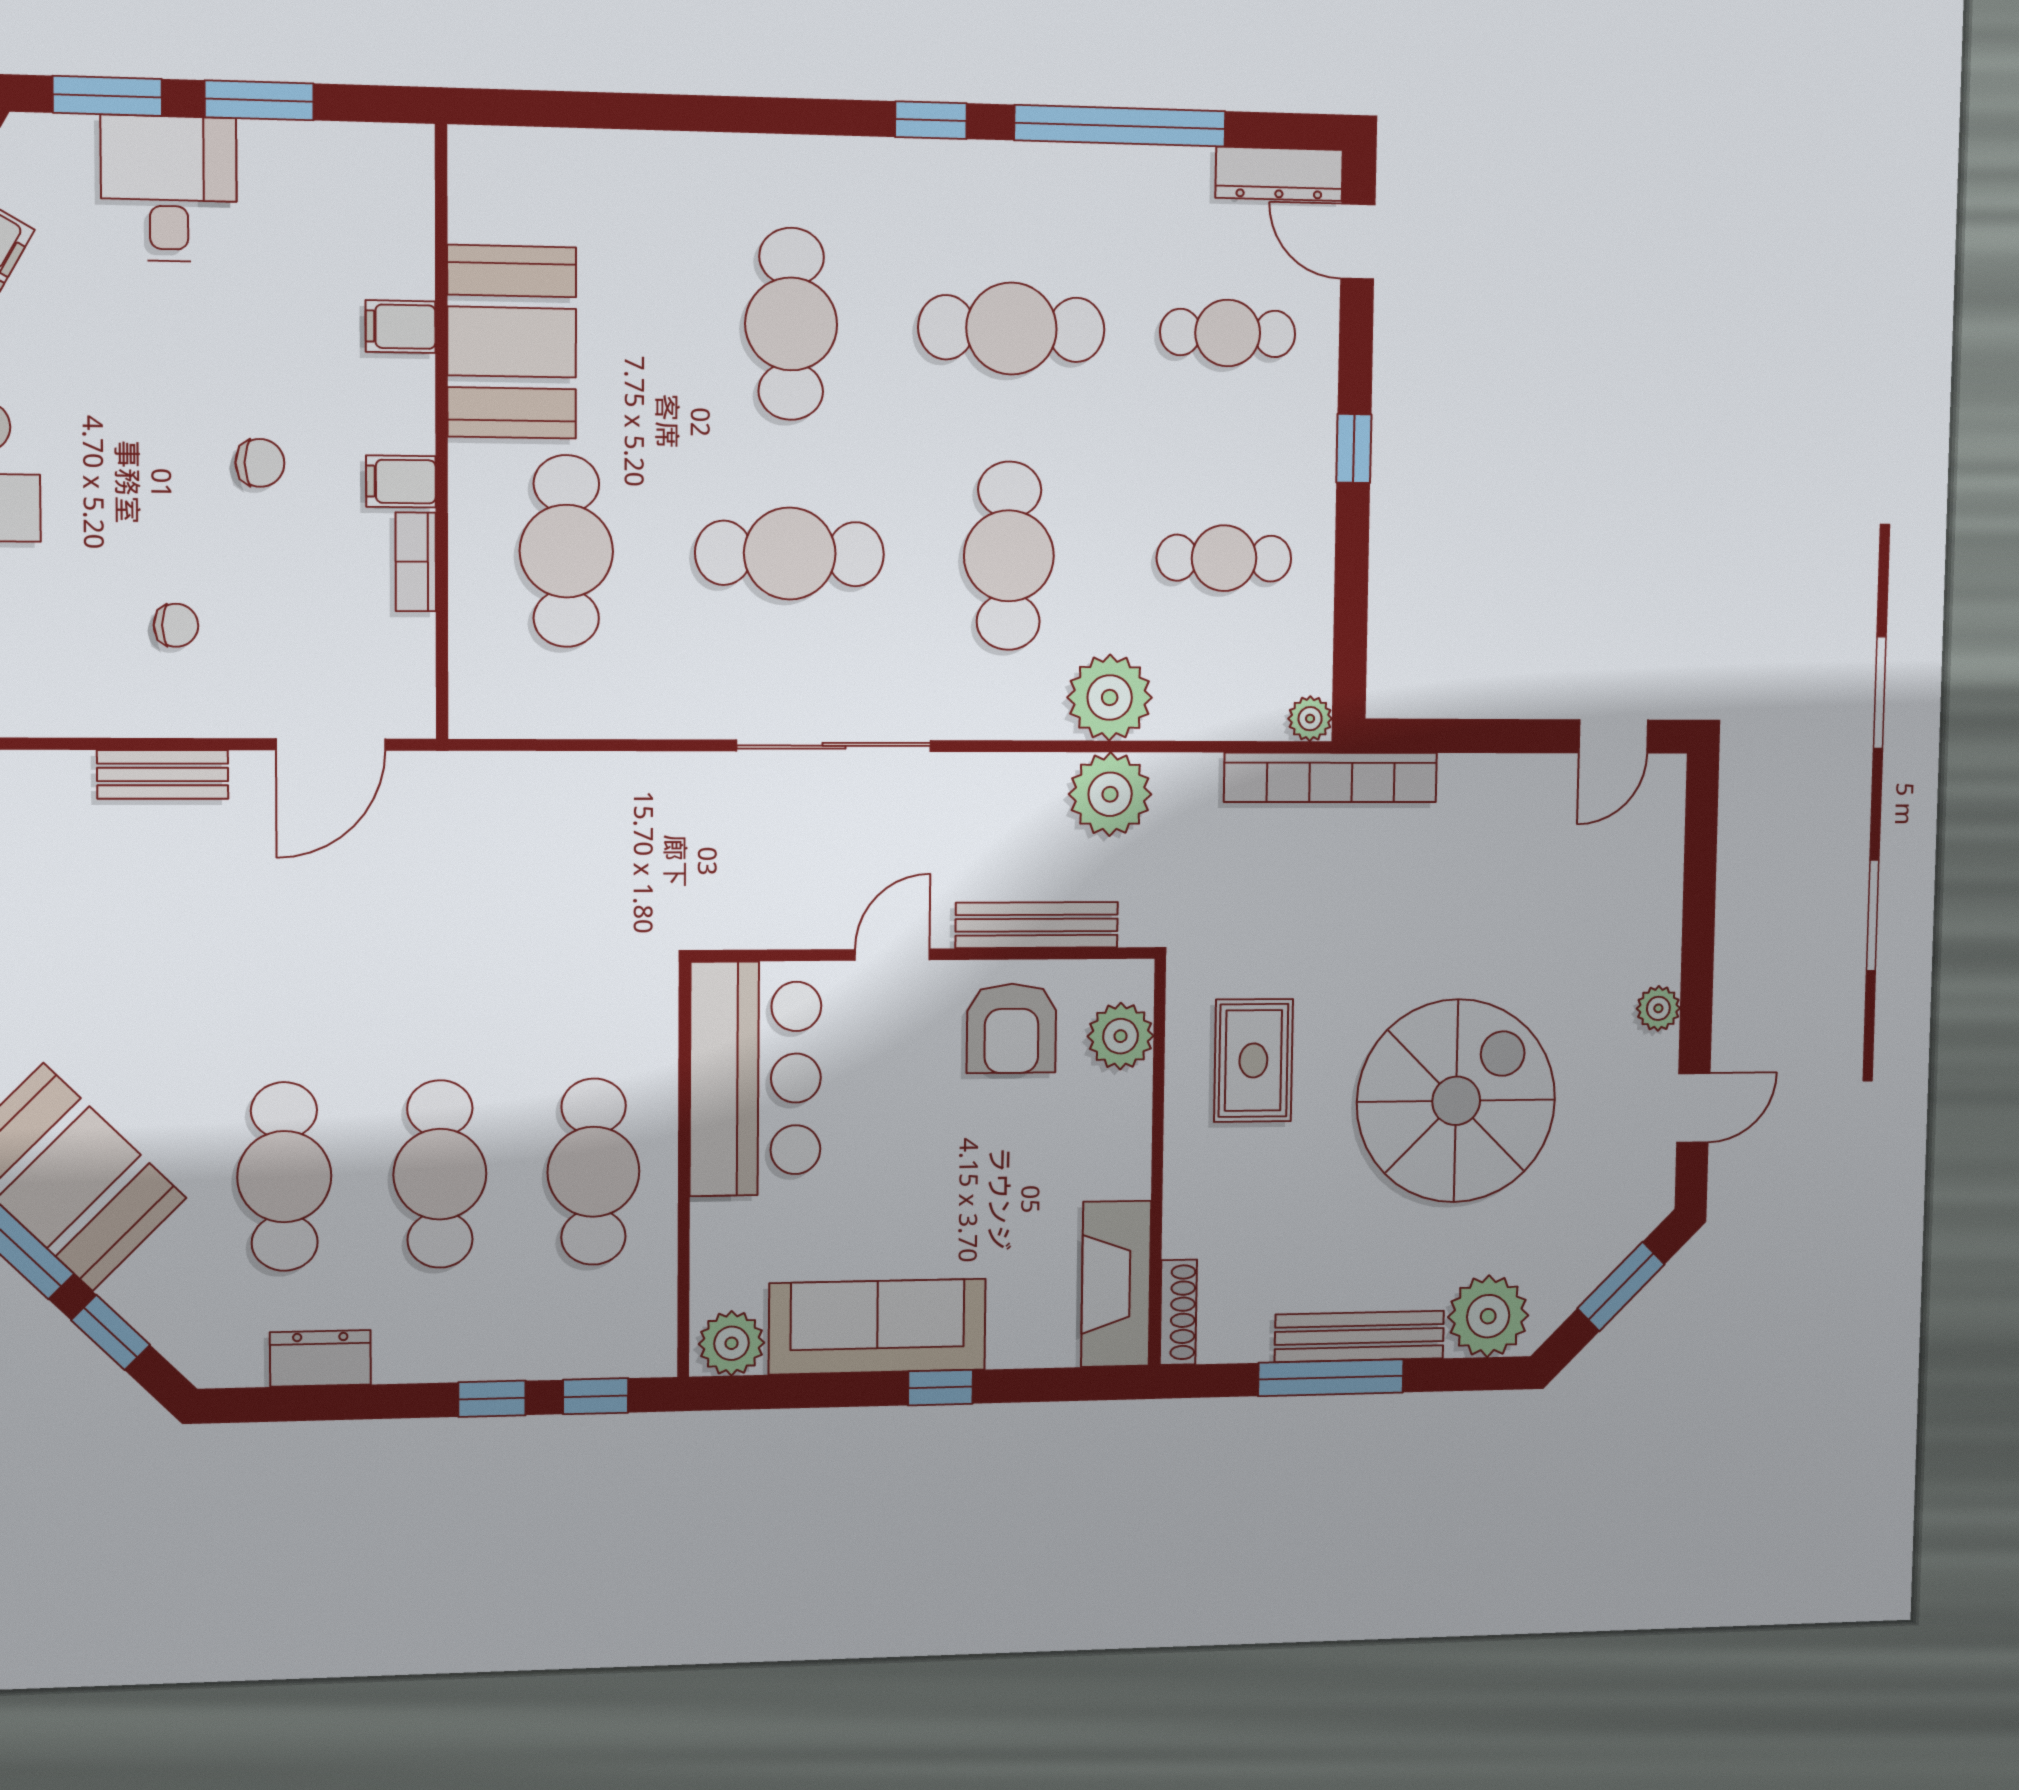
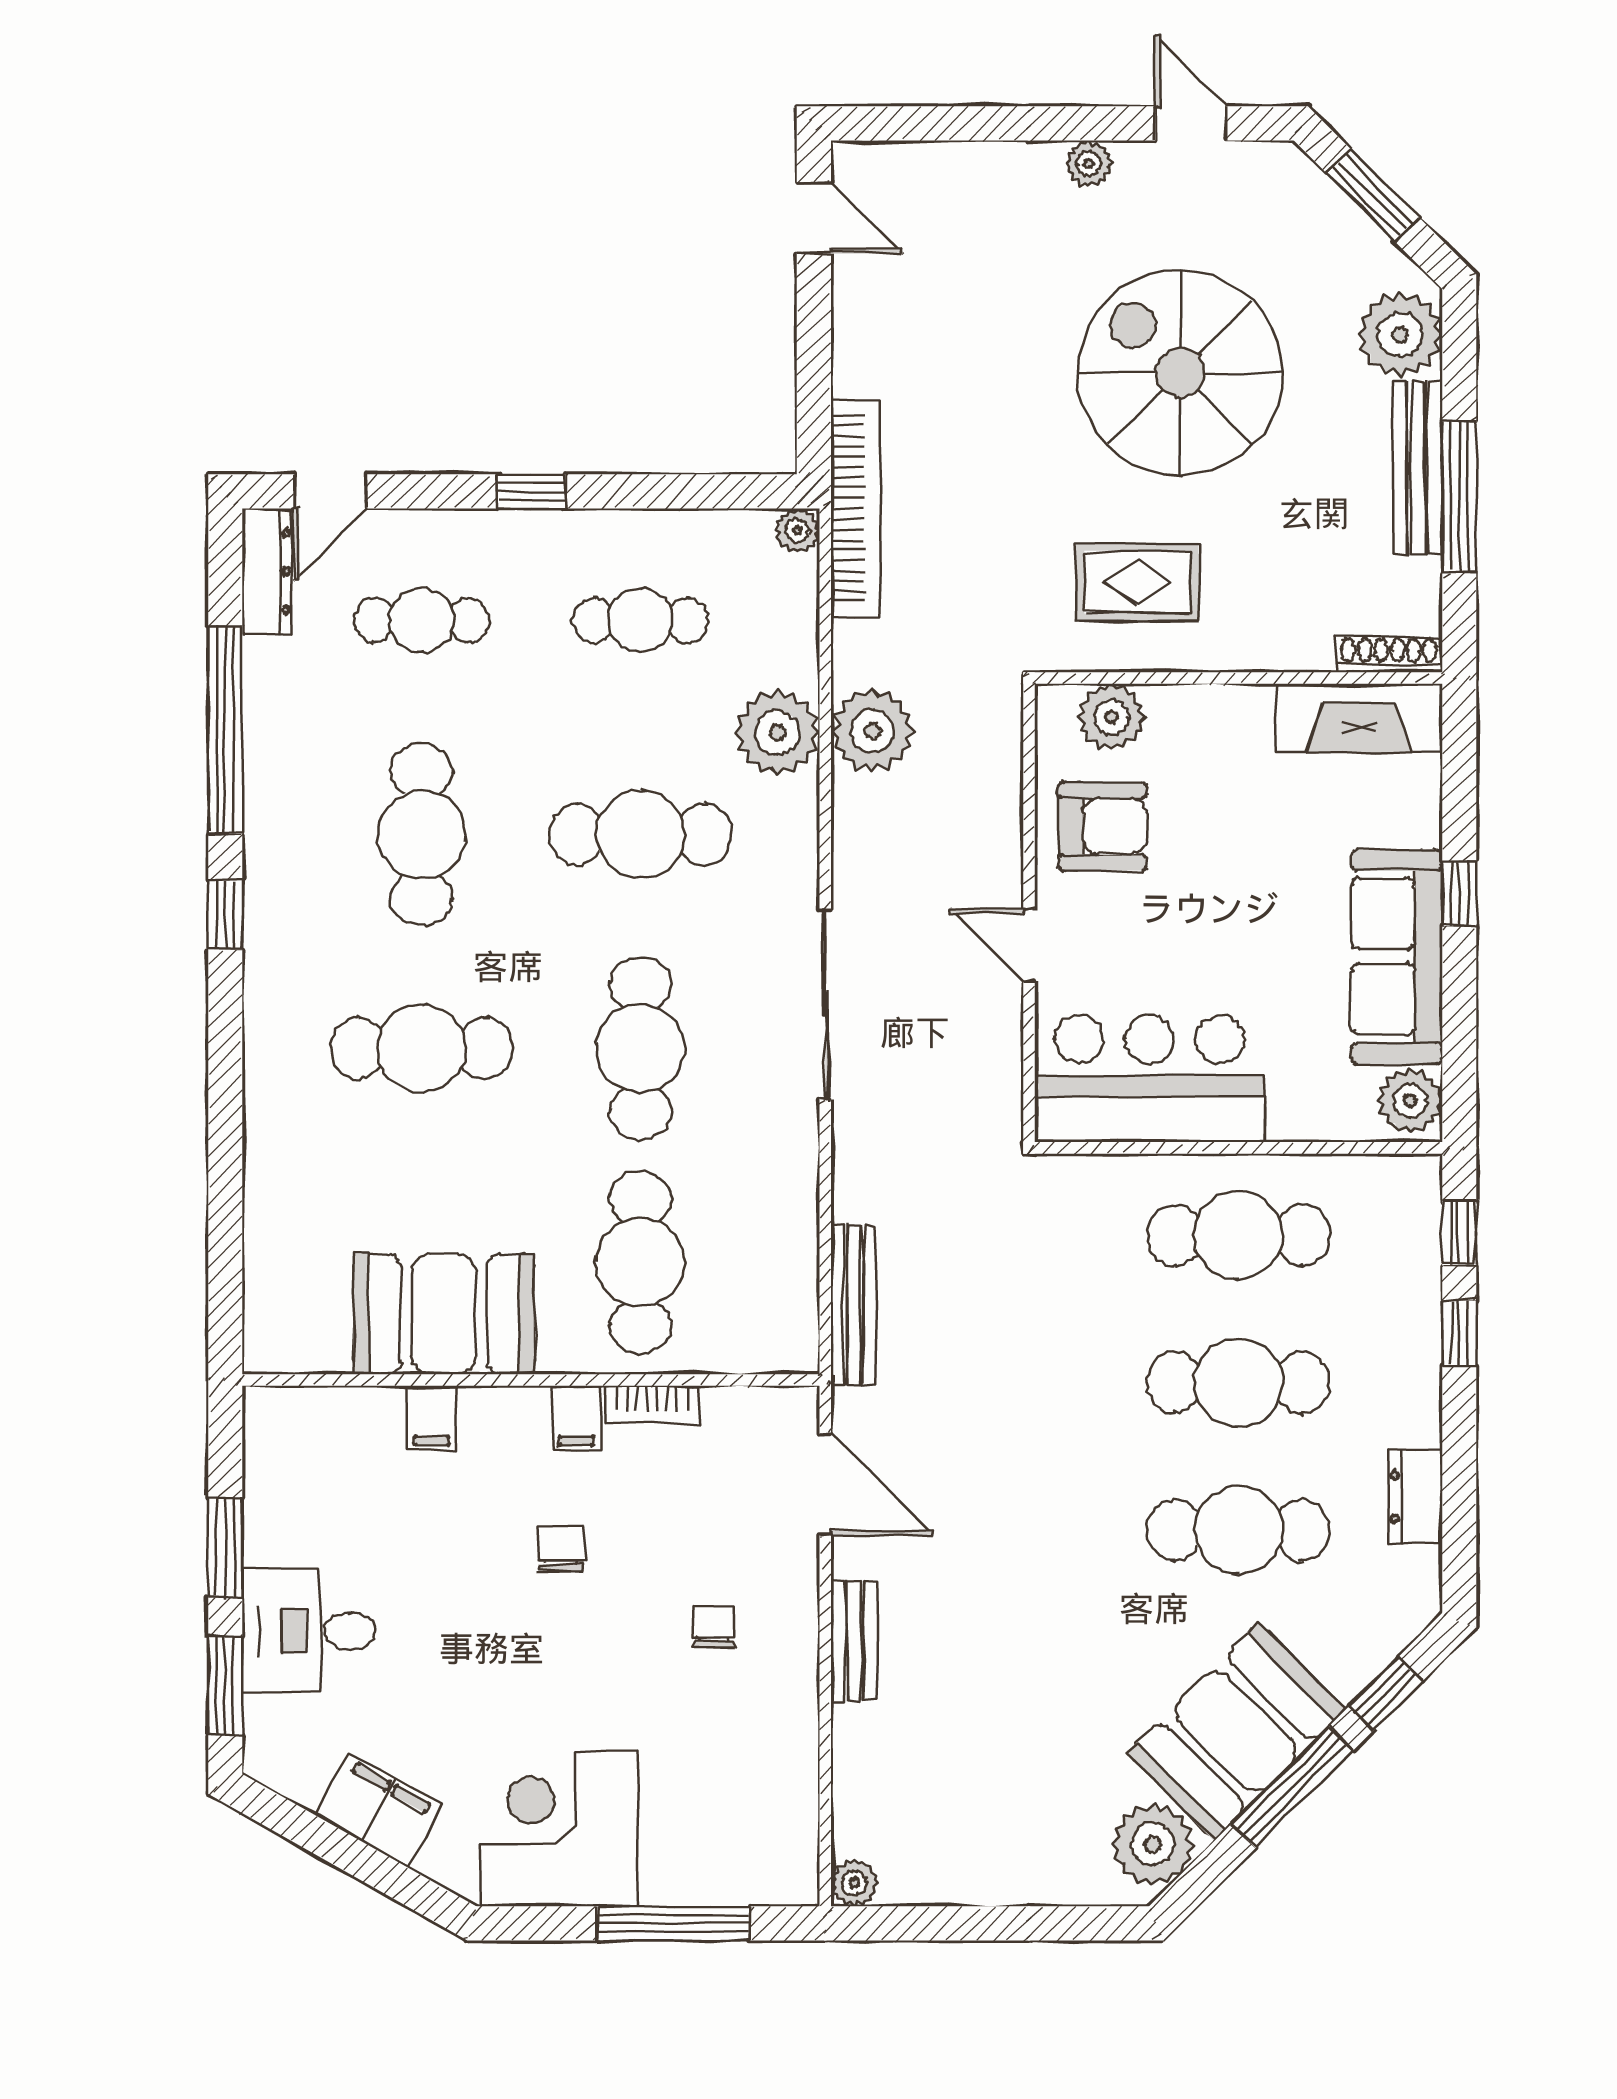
cafe table: (1228, 333) -> (422, 620), turned 90
cafe table: (566, 551) -> (640, 1262), turned 90
cafe table: (1224, 558) -> (640, 620), turned 90
bench: (1037, 925) -> (853, 1305), moved

